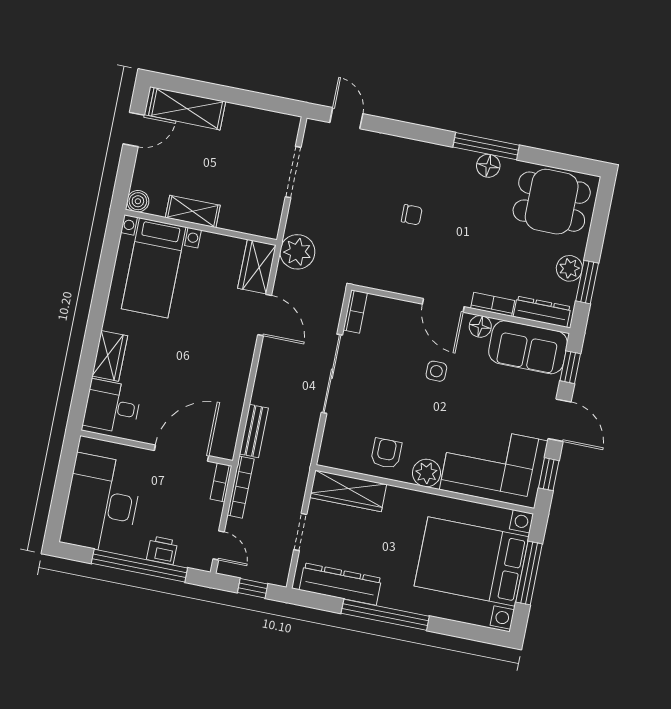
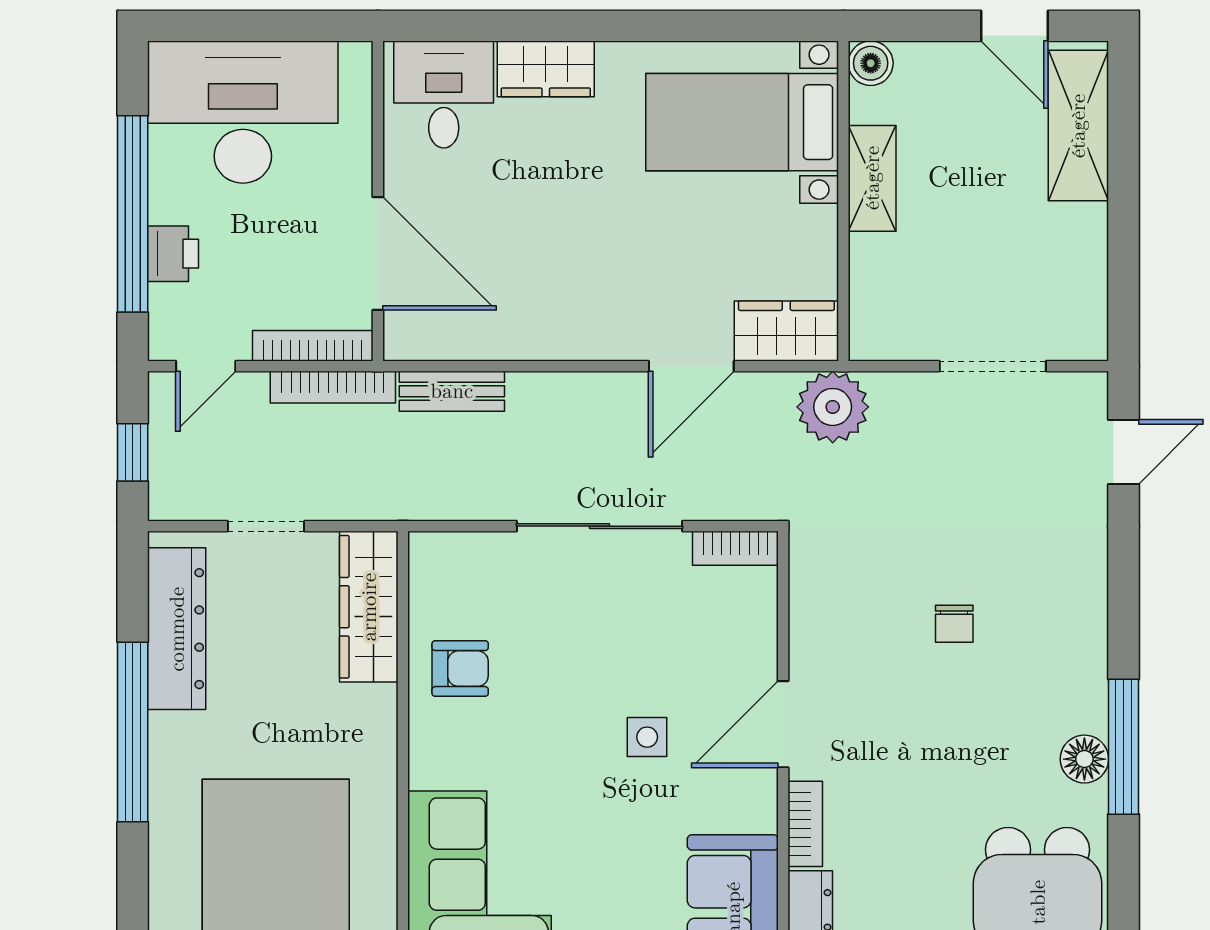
floor lamp: (480, 326) -> (756, 808), removed
plant: (426, 473) -> (437, 758), removed
bookcase: (221, 482) -> (313, 346), width x1.56

